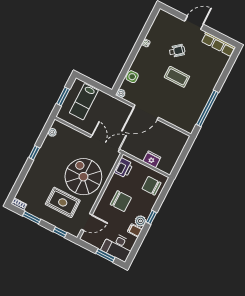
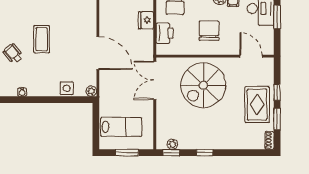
window: (47, 128) -> (171, 153), added
printer: (124, 168) -> (165, 33), moved, turned 90
rug: (63, 202) -> (257, 105), moved
window: (60, 232) -> (277, 92), moved

